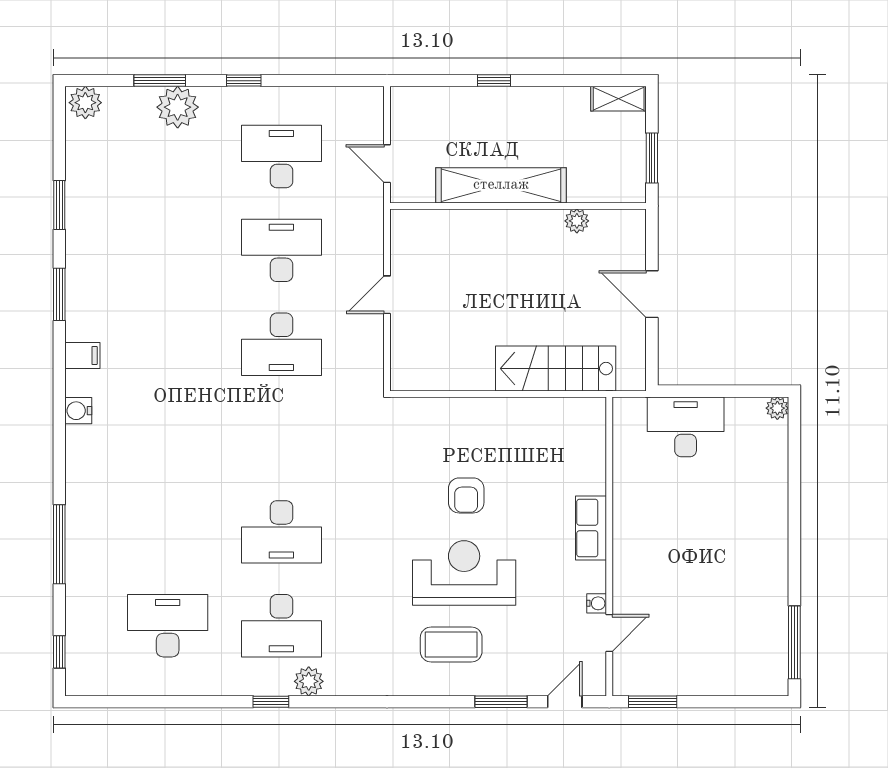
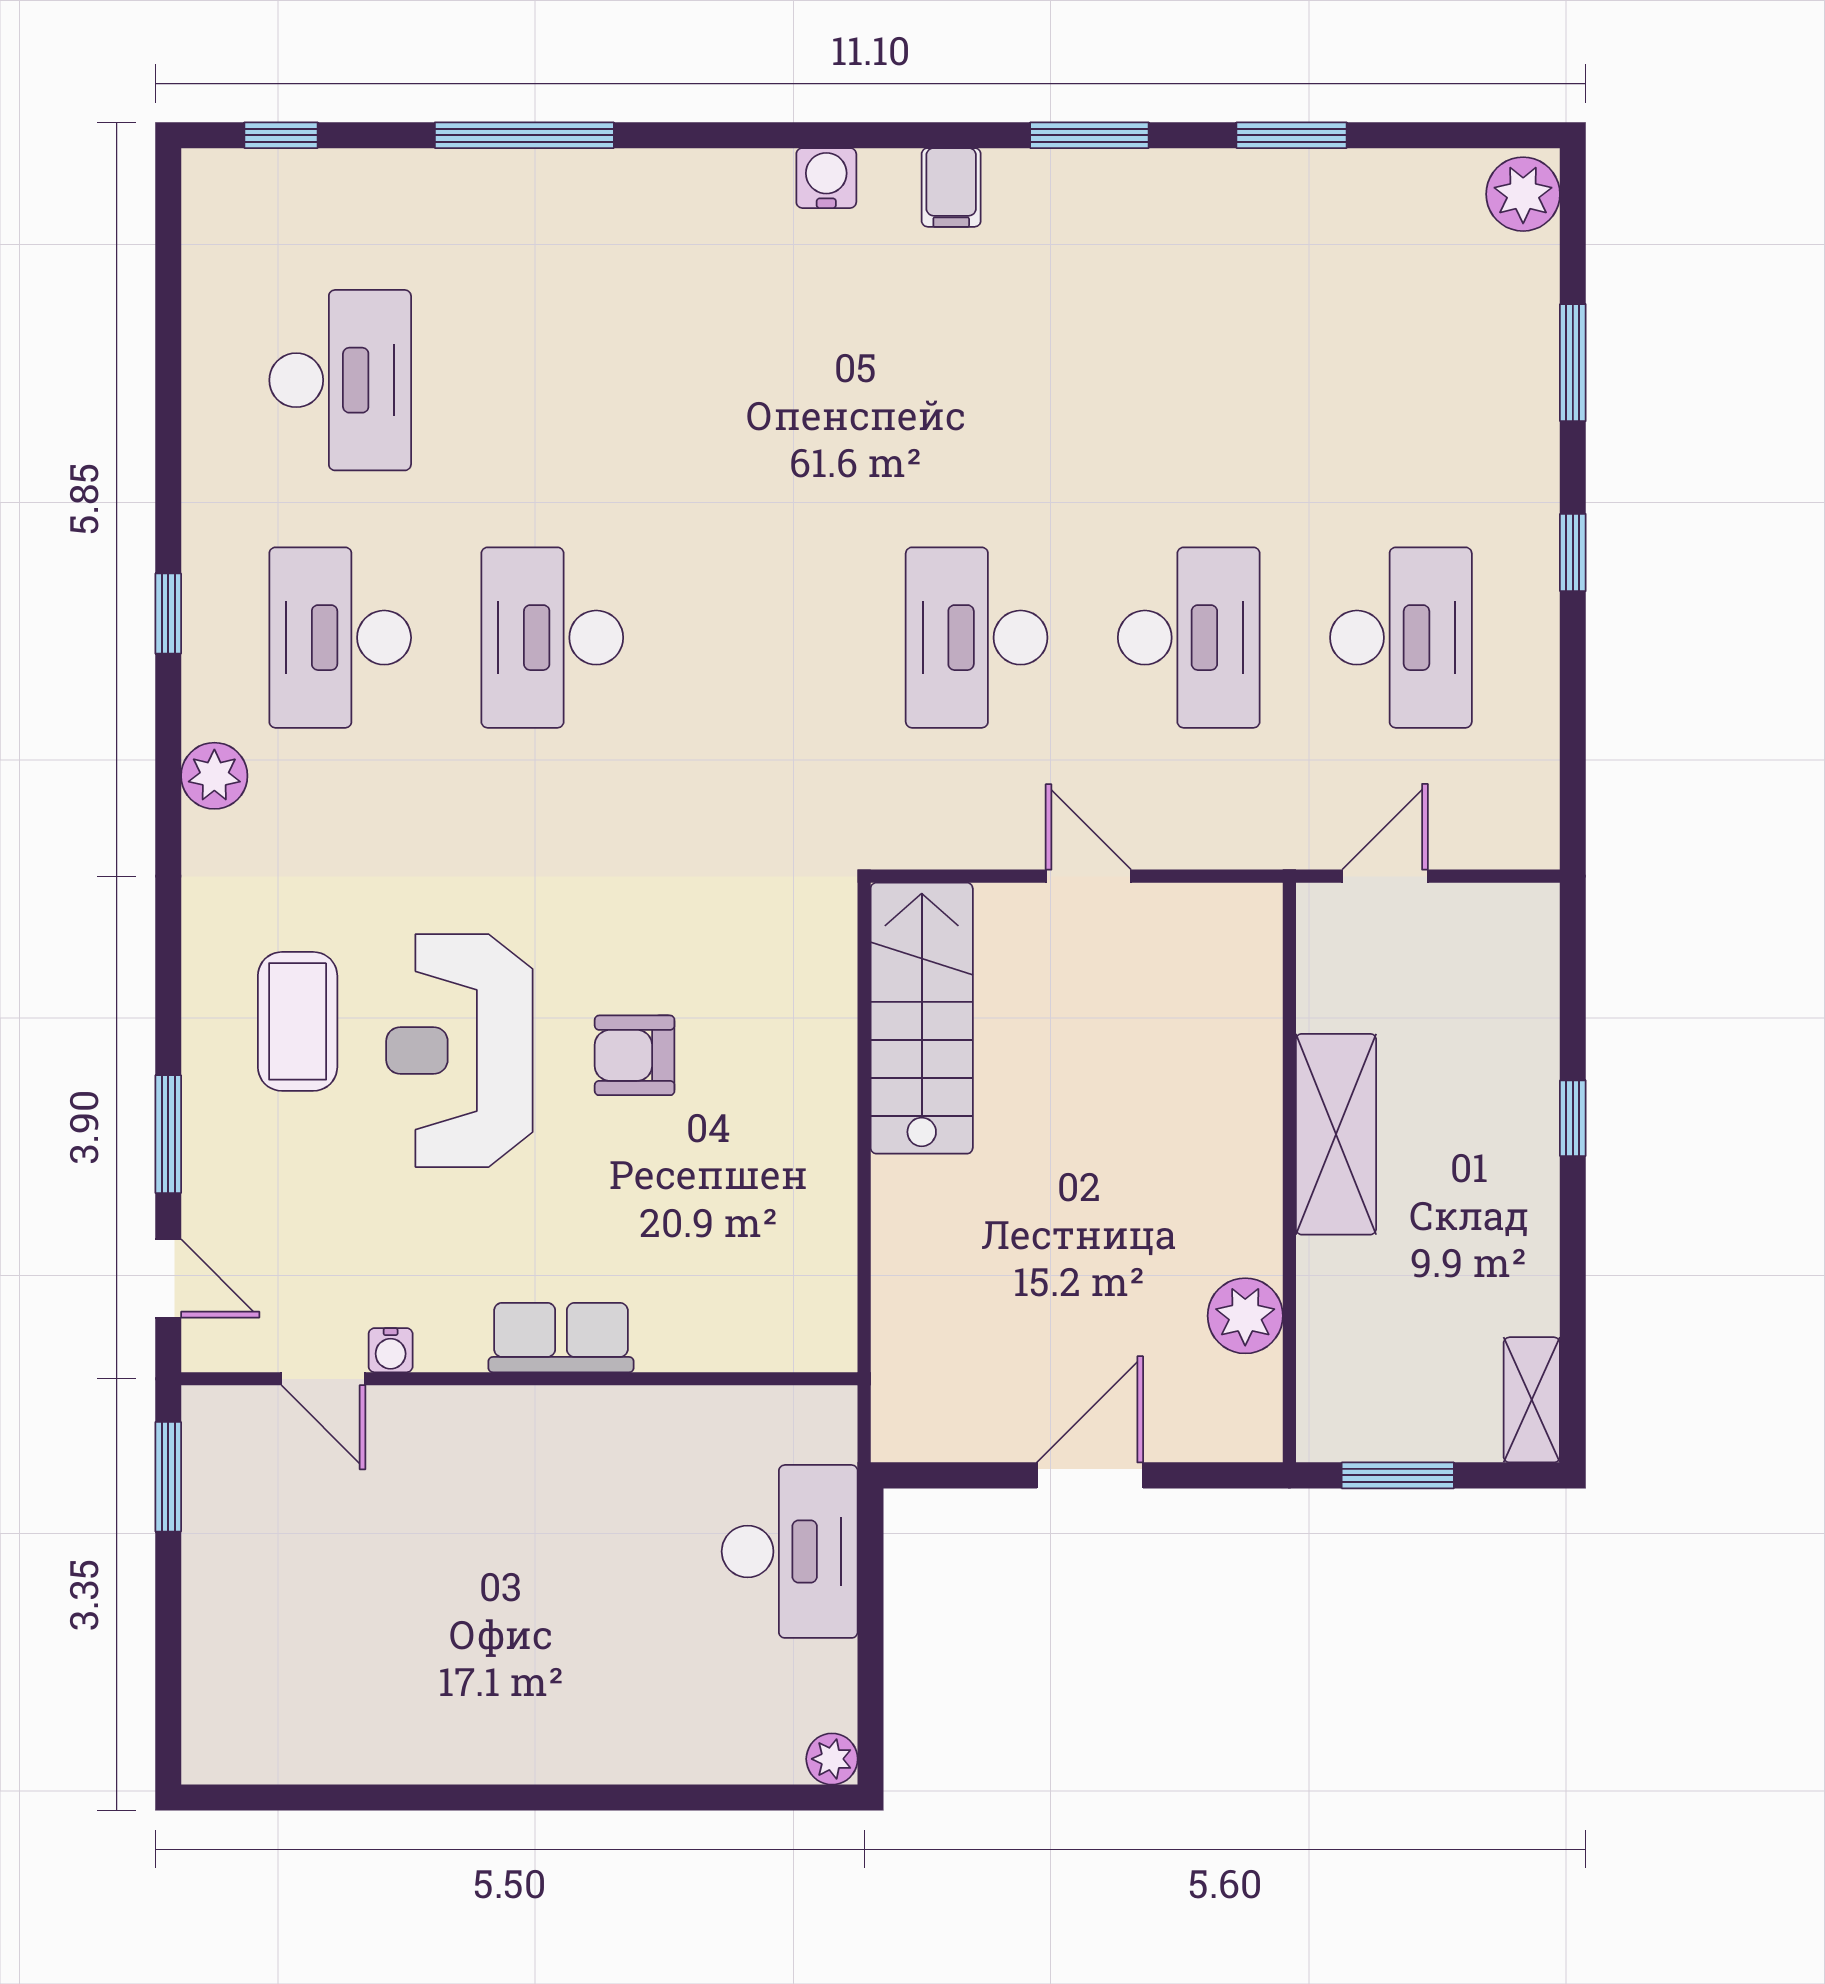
plant: (178, 107) -> (1513, 403), removed
shelving: (501, 185) -> (1336, 1134), width x0.68
plant: (577, 221) -> (1245, 1316), width x1.38, depth x1.38
stairs: (556, 369) -> (922, 1018), moved
reception desk: (464, 573) -> (459, 1051), turned 180
window: (794, 642) -> (302, 1798), removed
plant: (309, 681) -> (214, 776), moved

